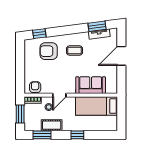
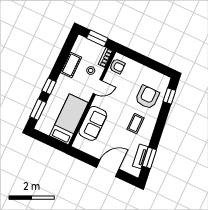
door: (121, 56) -> (108, 168), hinge flipped
door: (59, 95) -> (98, 87), swing flipped
window: (42, 135) -> (38, 110), moved

